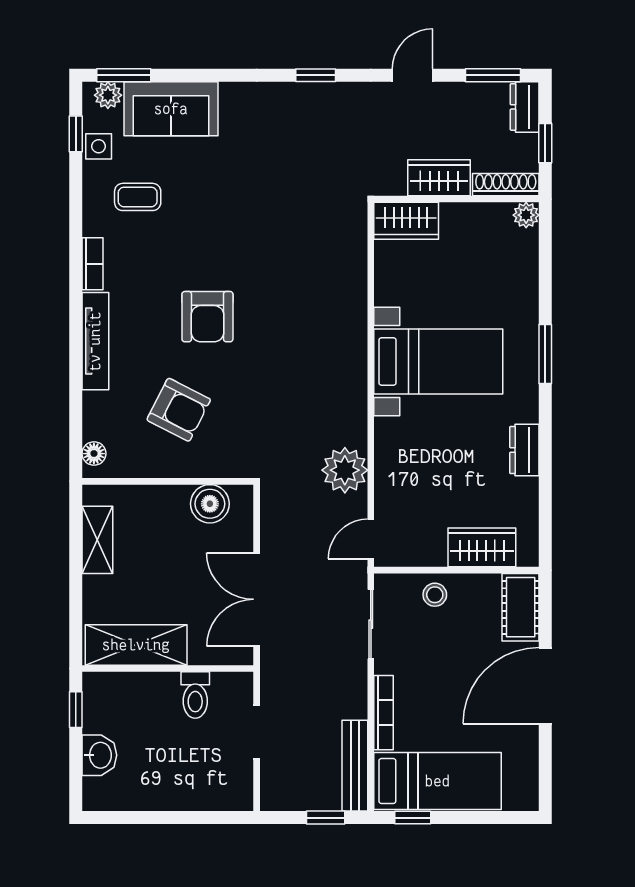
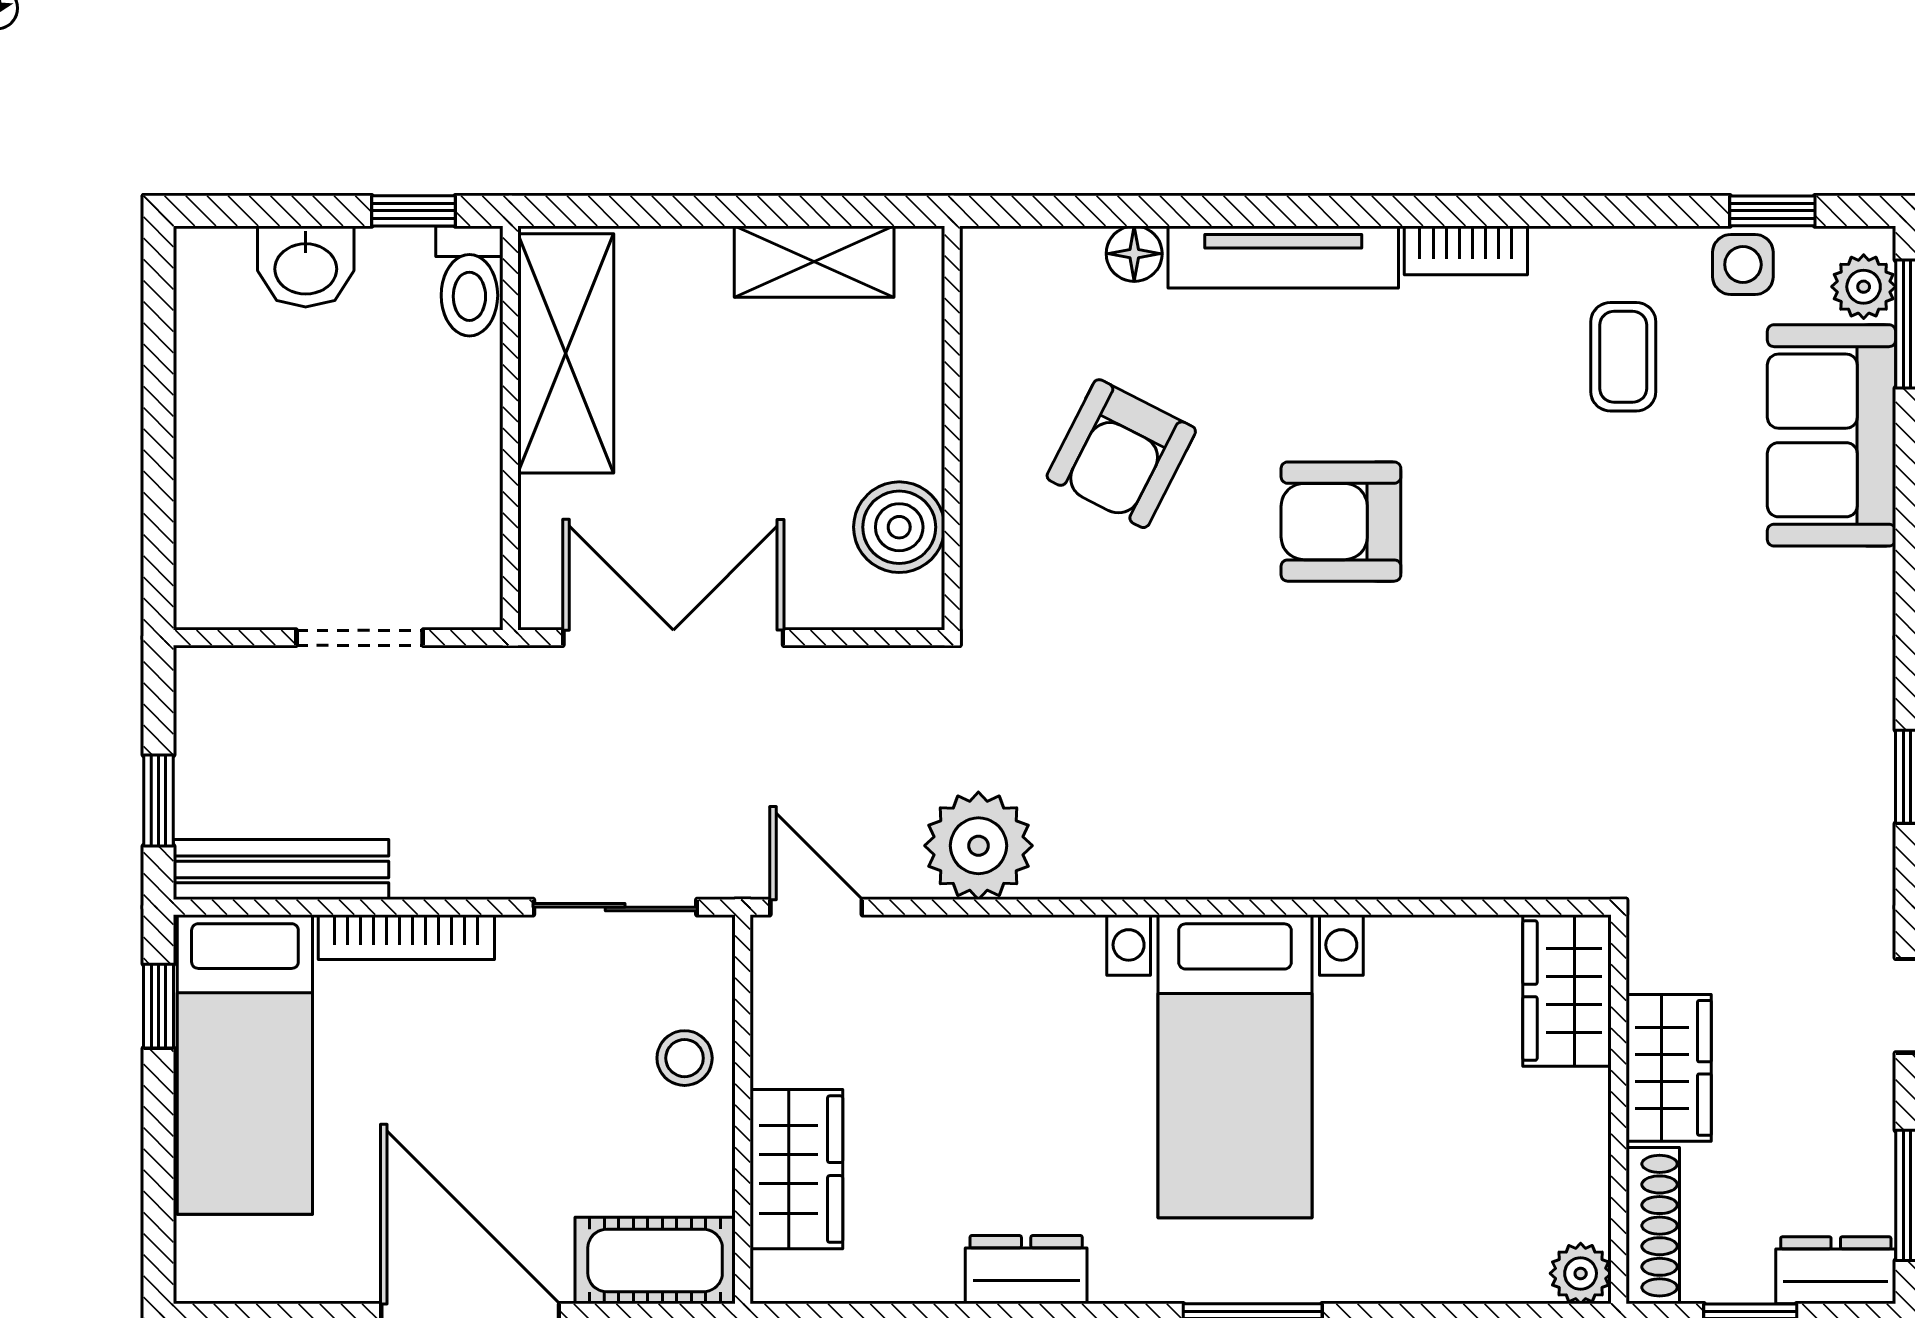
floor lamp: (94, 454) -> (1134, 254), moved
toilet: (195, 695) -> (469, 281), moved, turned -90

